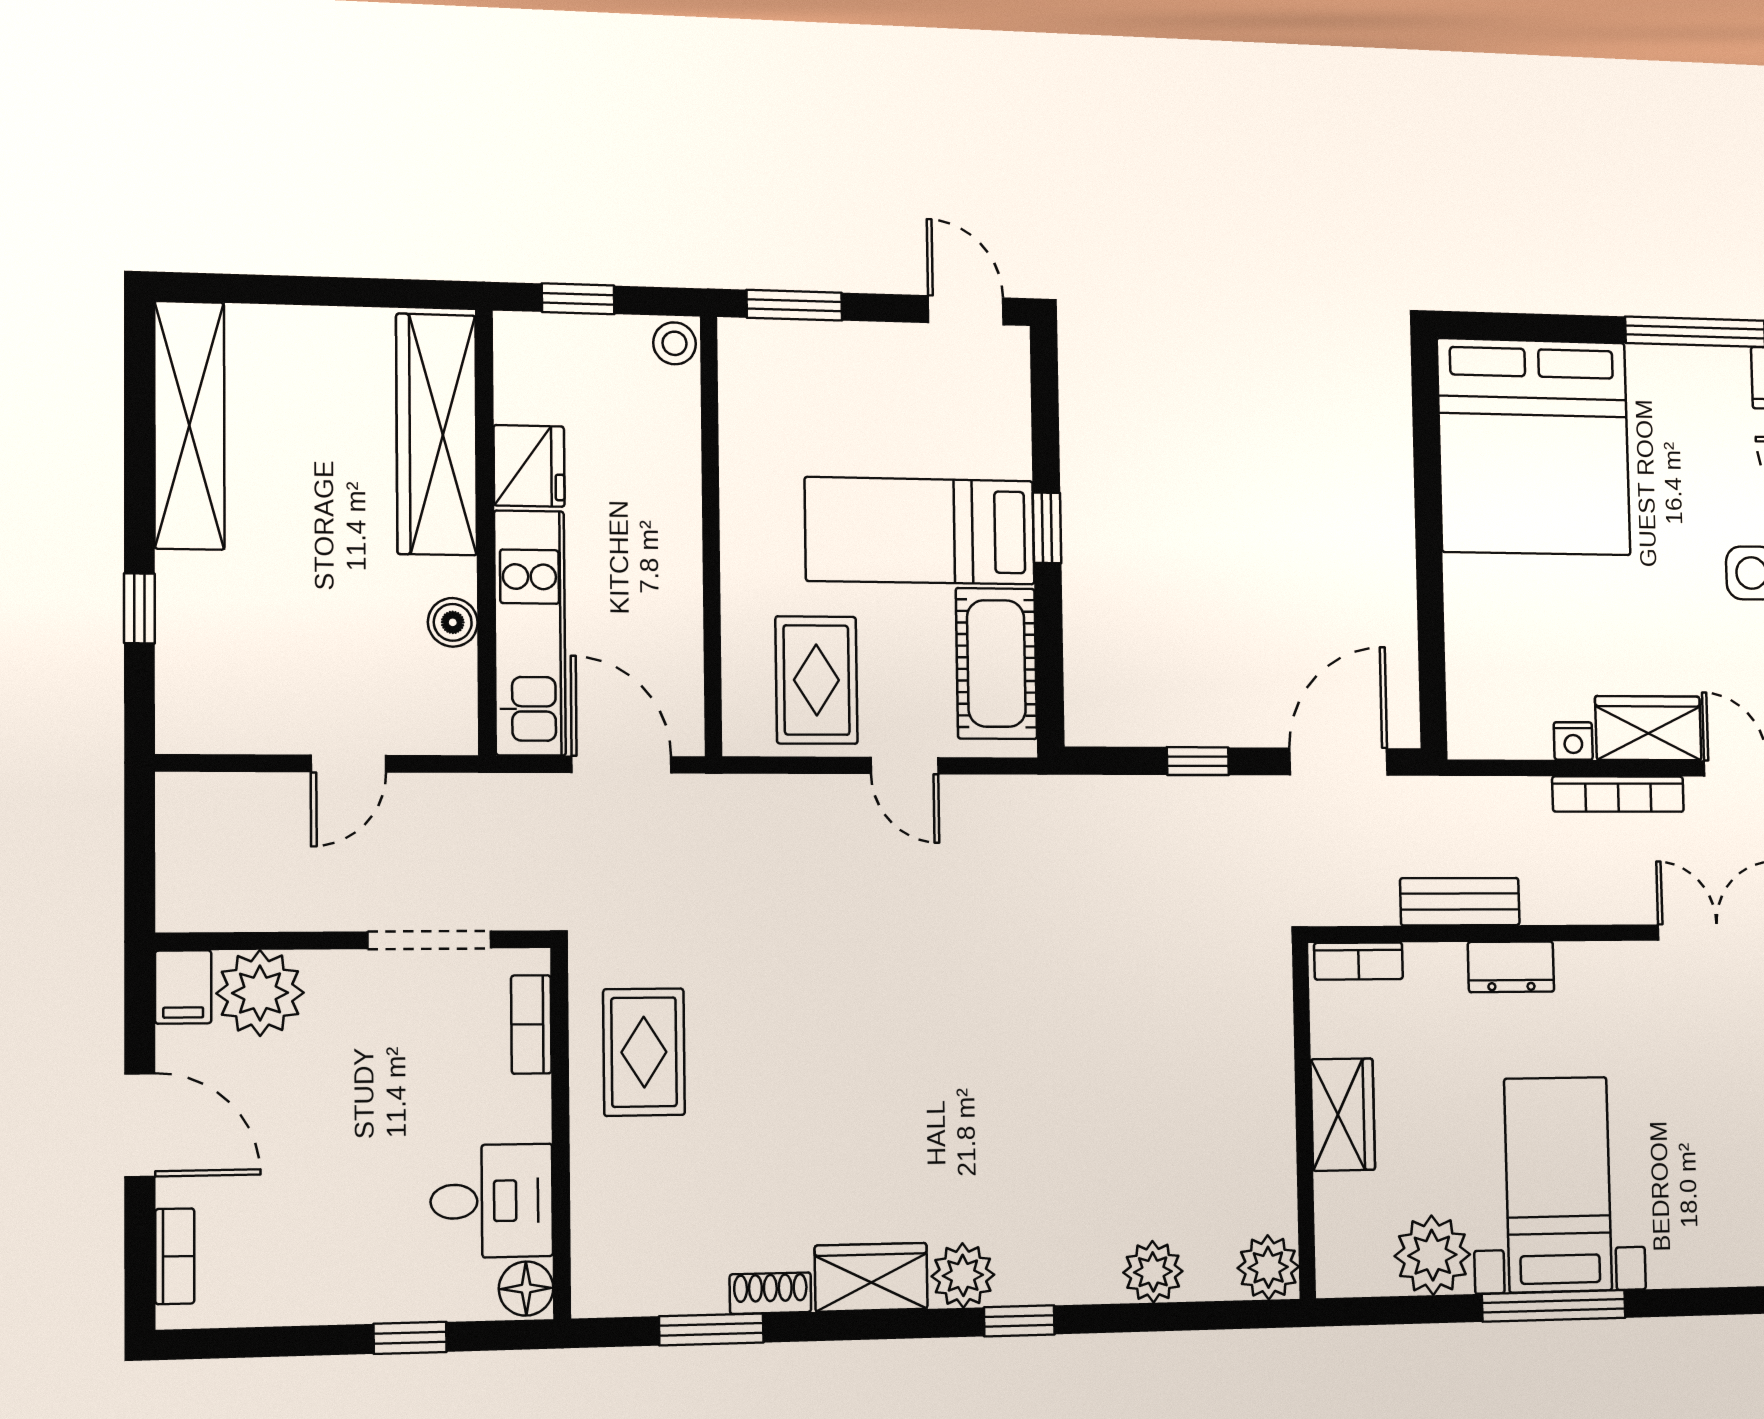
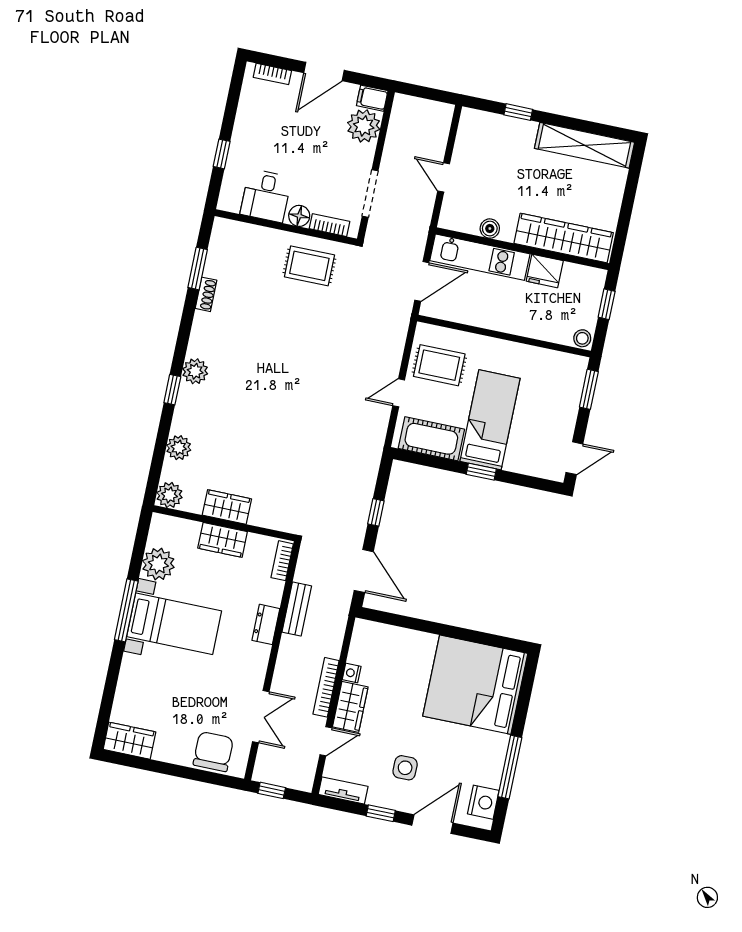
wardrobe: (871, 1277) -> (227, 507), moved, turned -90
floor lamp: (526, 1289) -> (299, 216), moved

